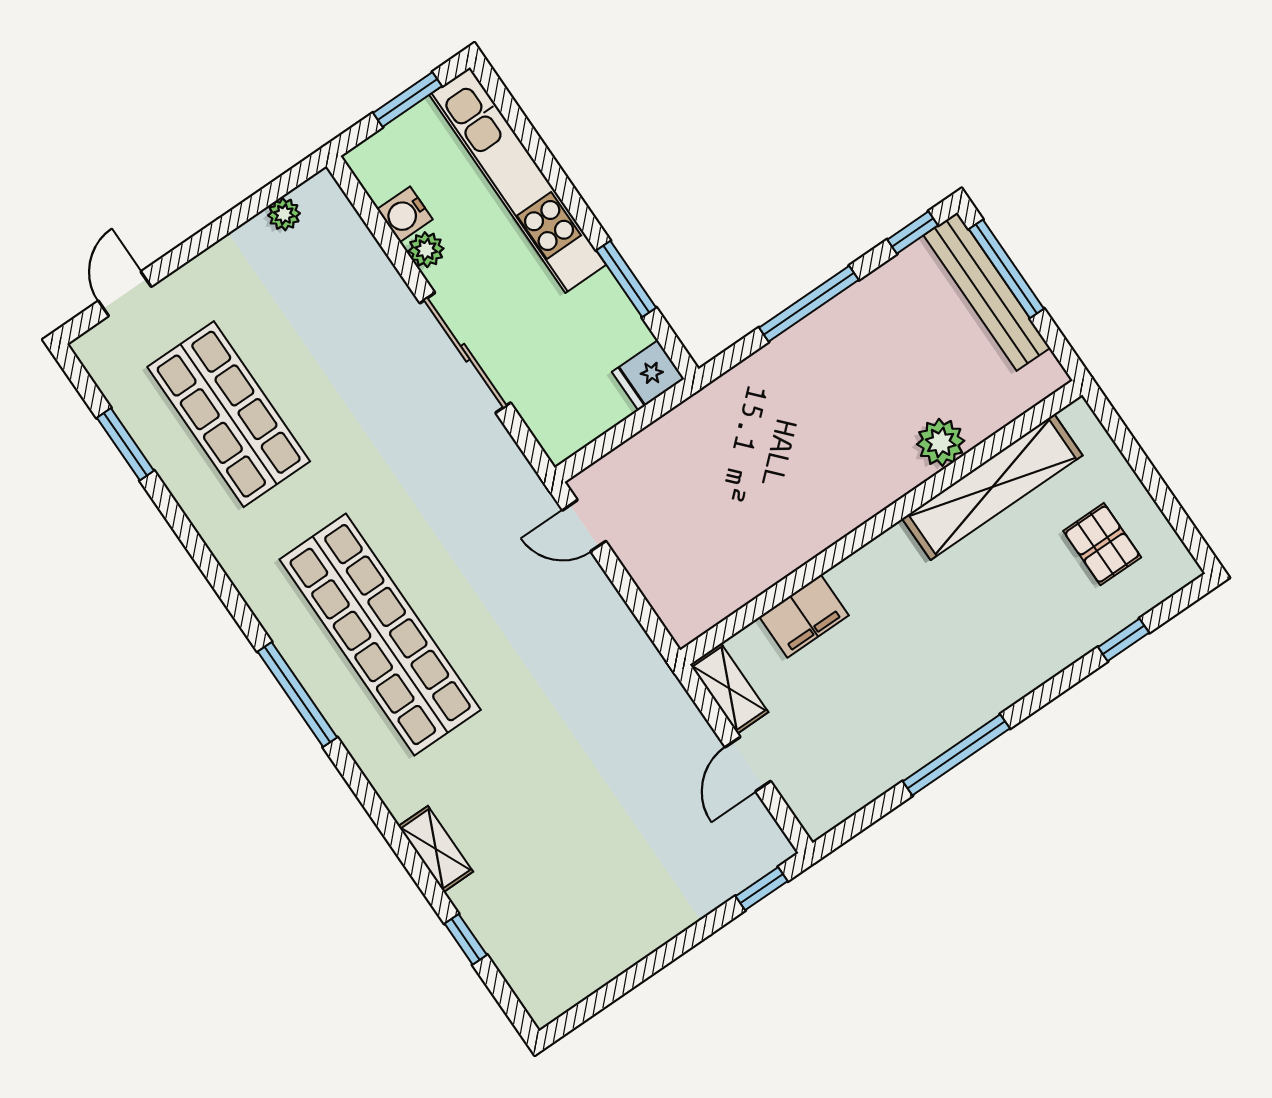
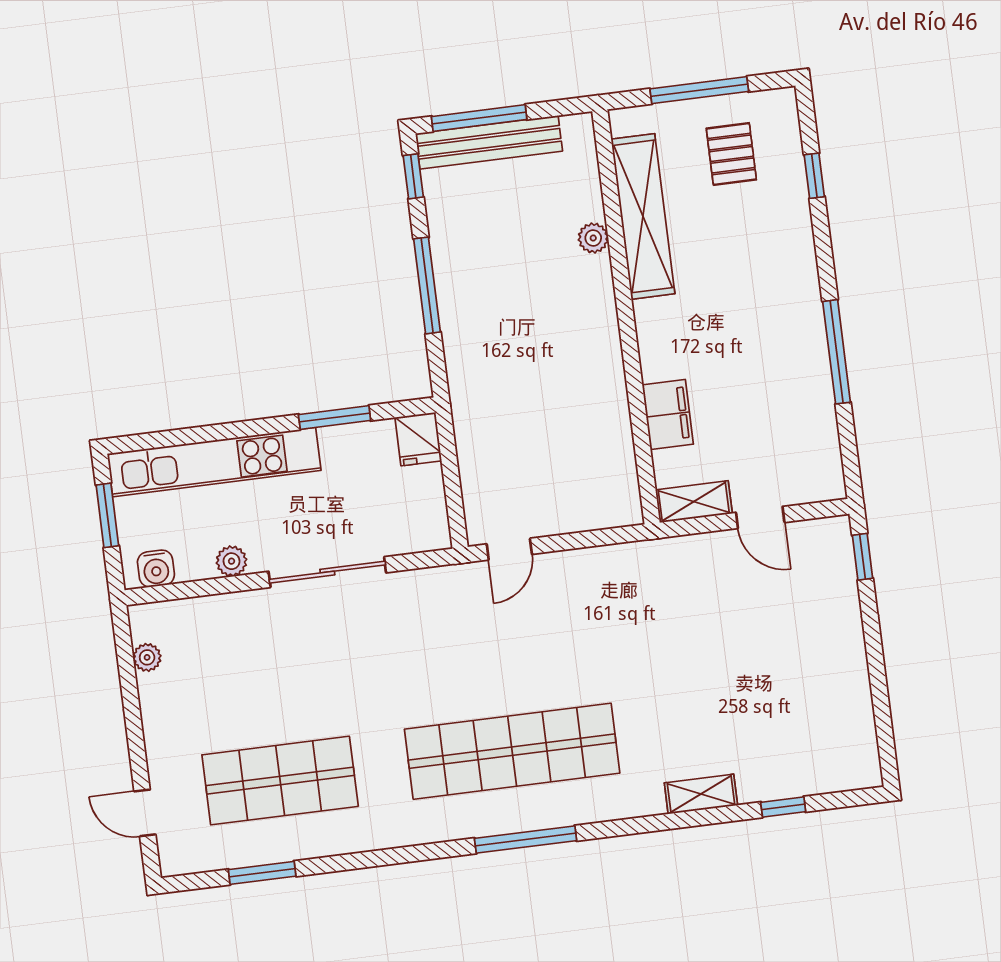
water cooler: (405, 214) -> (156, 569), moved
plant: (941, 442) -> (593, 238), width x0.73, depth x0.73
window: (1150, 478) -> (699, 90), added
pallet: (1102, 544) -> (731, 154), turned 90

